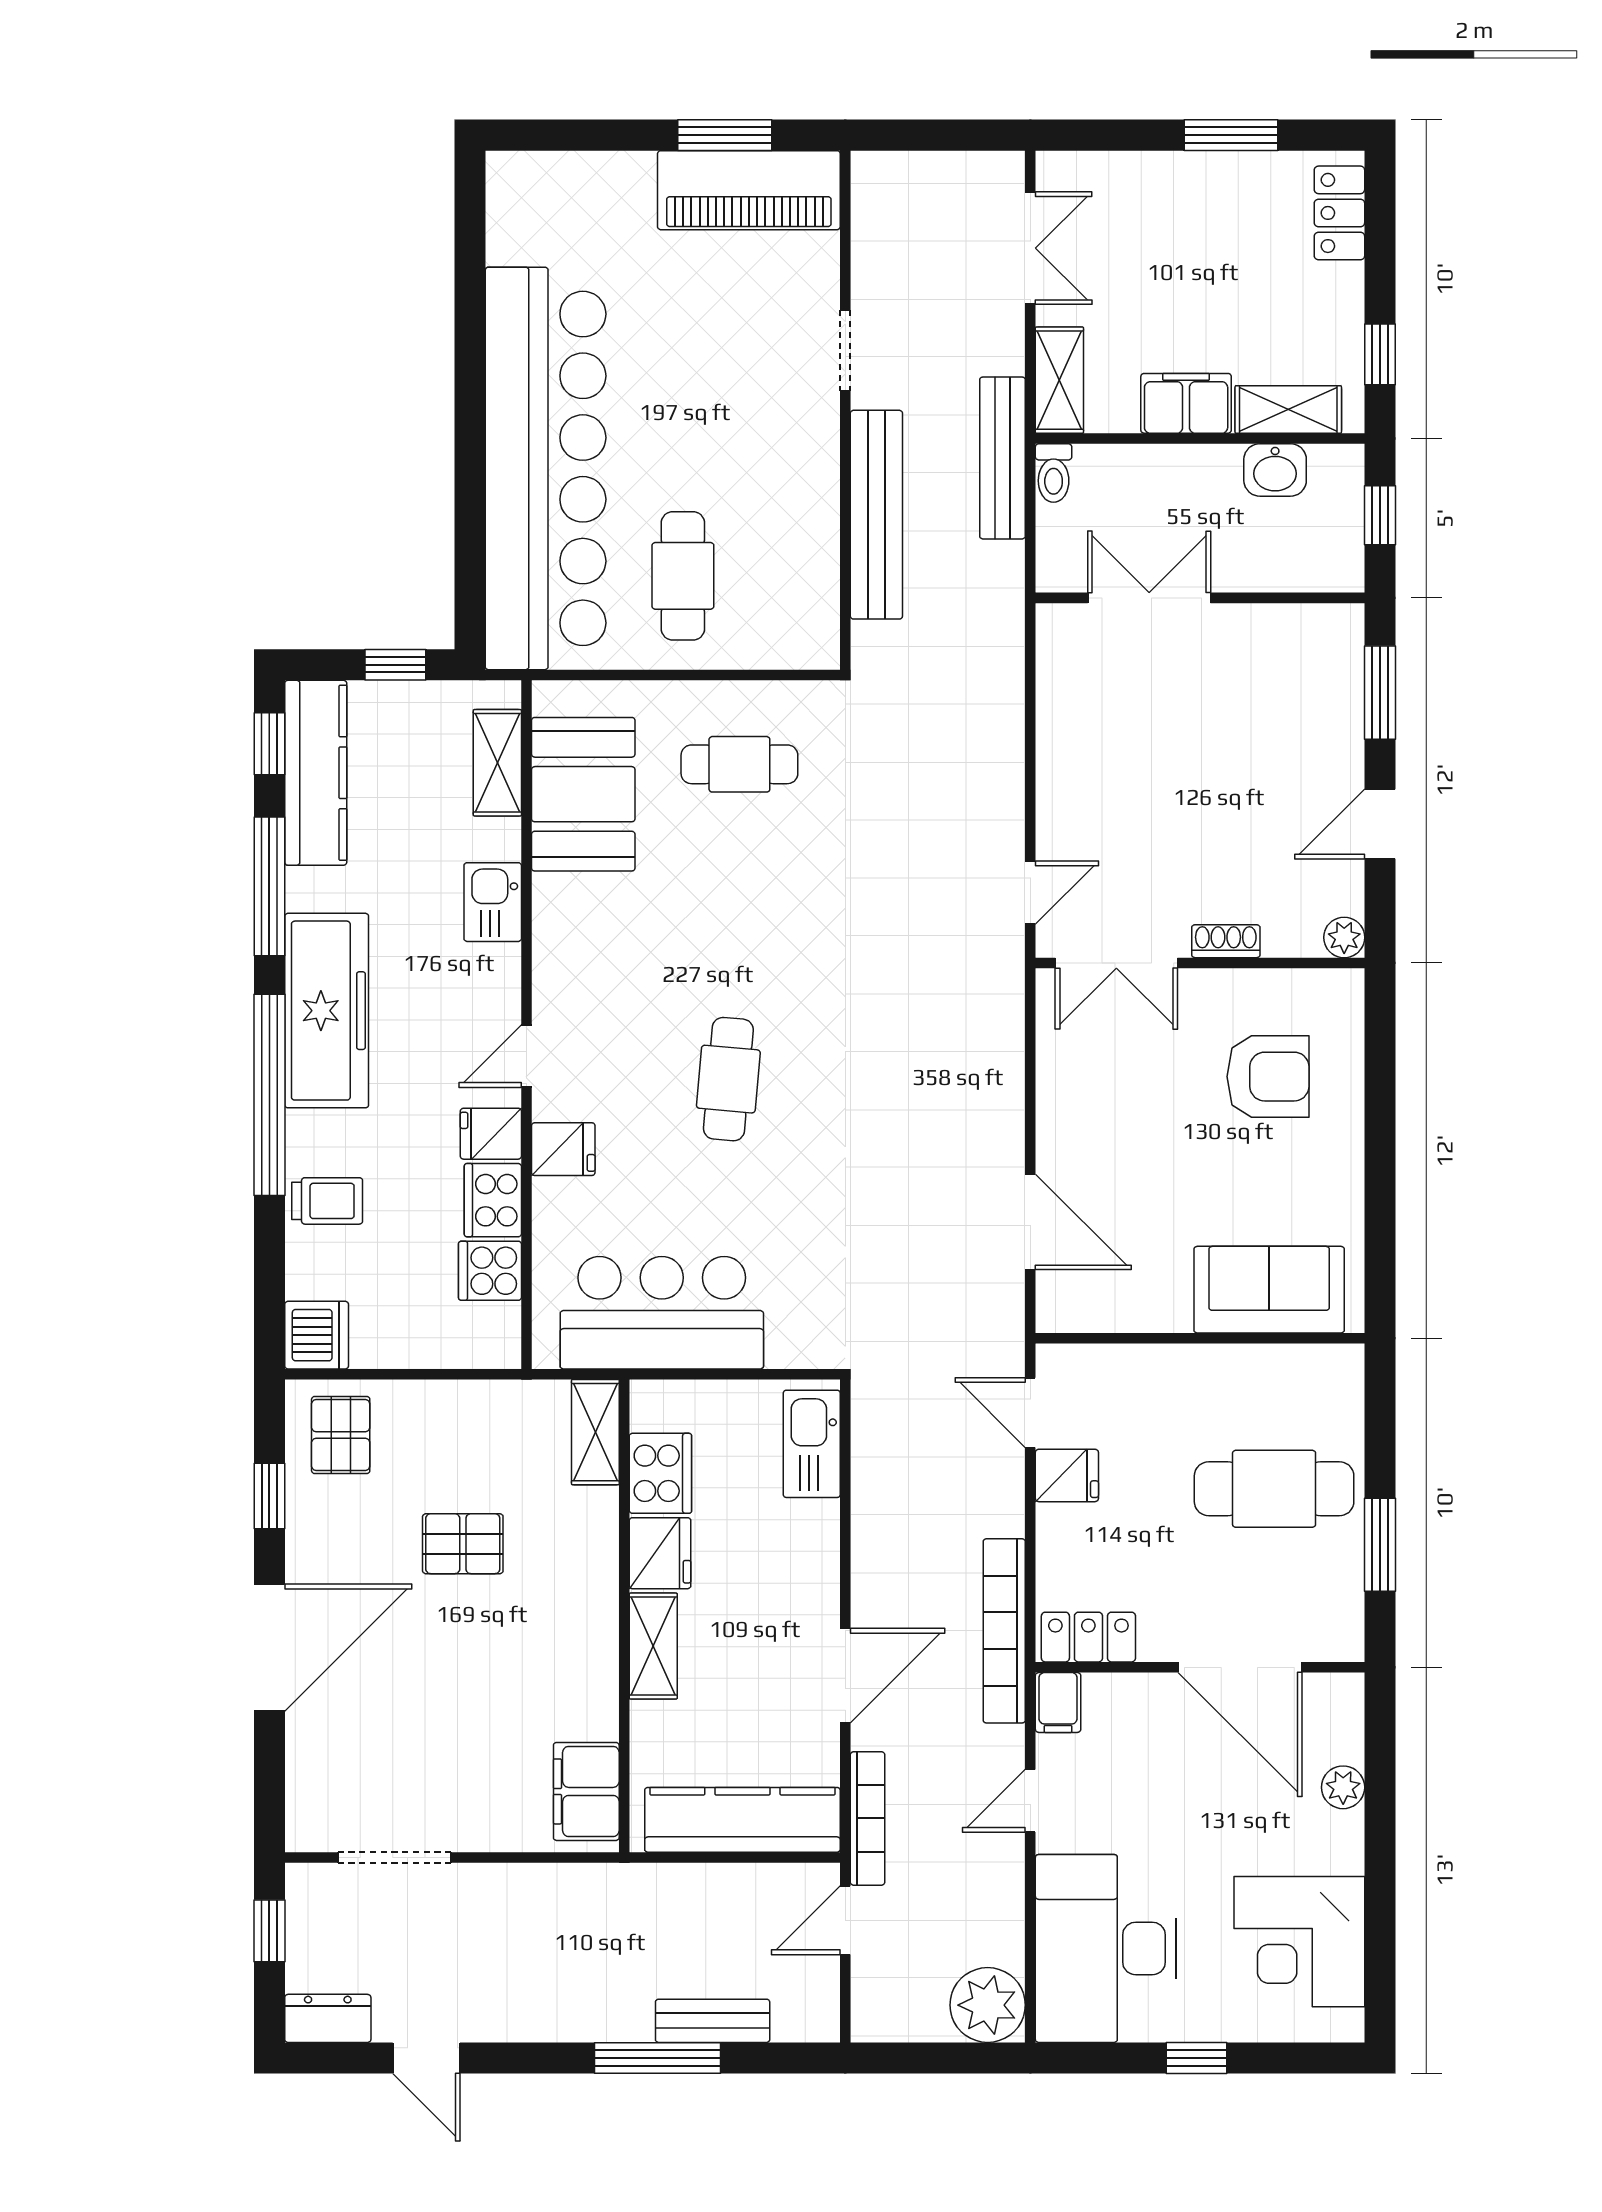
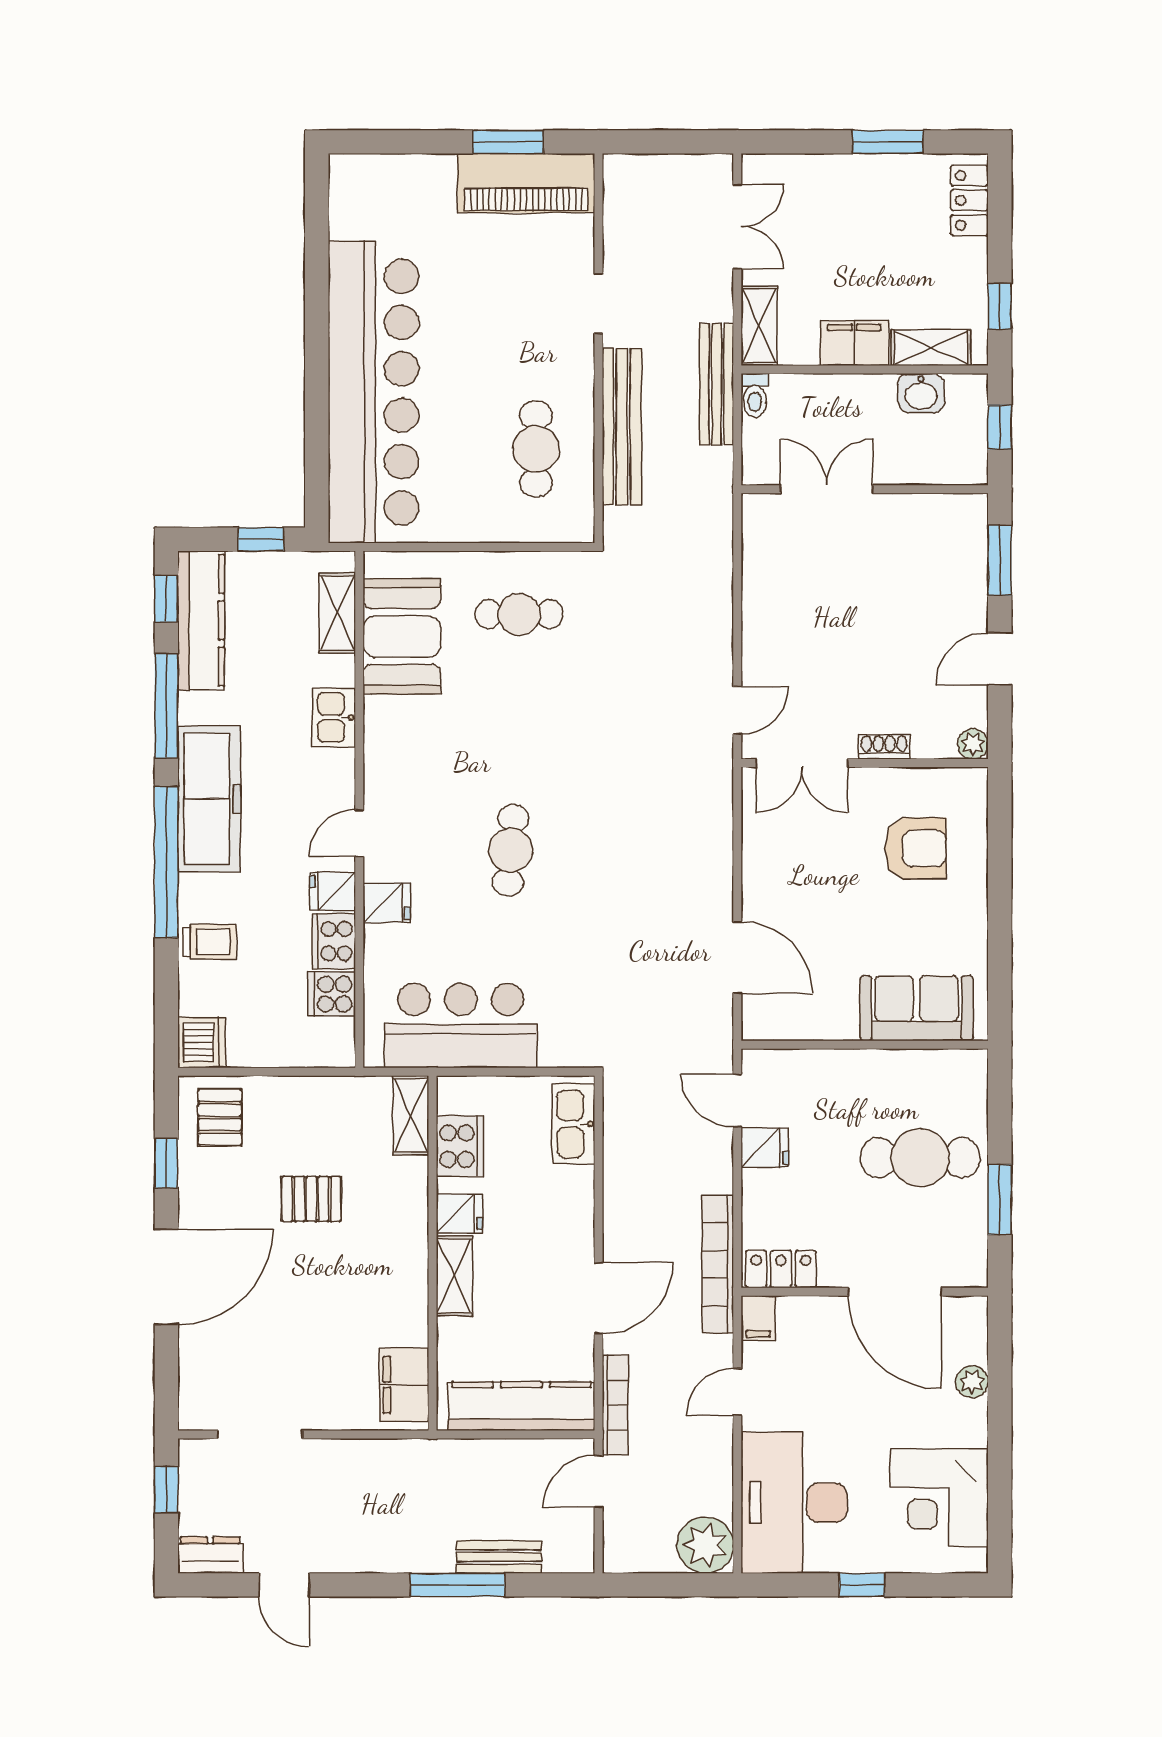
cafe table: (683, 576) -> (536, 449), moved
fridge: (660, 1553) -> (459, 1213), width x0.72

